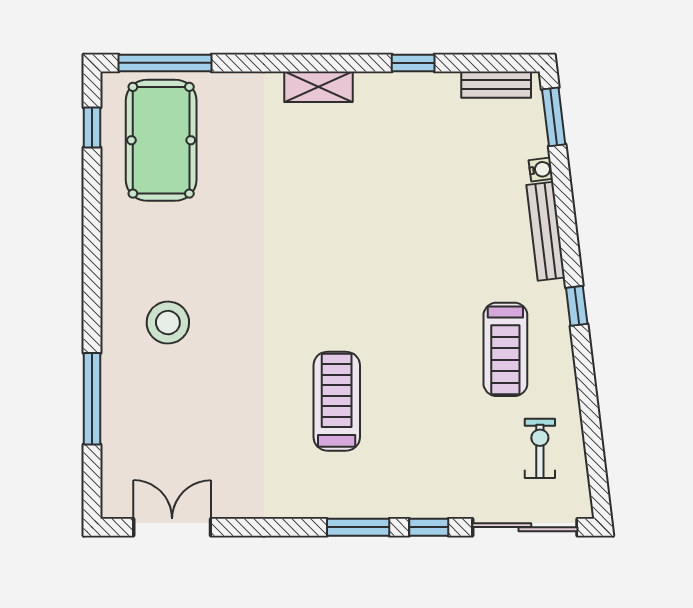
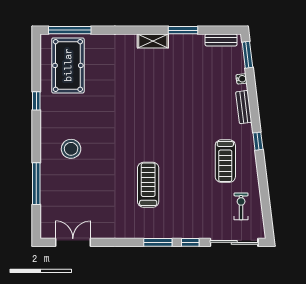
window: (413, 63) -> (183, 30), width x1.50
shelving: (319, 87) -> (153, 41), moved
window: (92, 128) -> (36, 101), moved
bench: (546, 231) -> (244, 107), width x0.73

